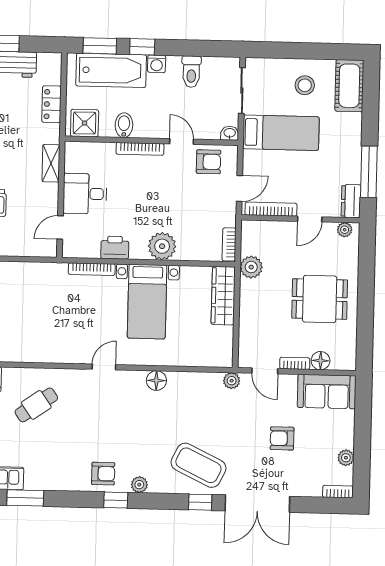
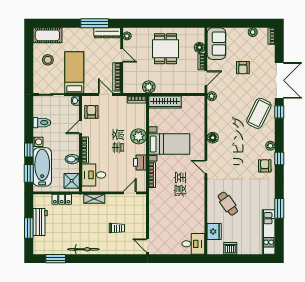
desk: (85, 194) -> (94, 175), moved, turned 90
dresser: (351, 201) -> (107, 33), width x1.44
door: (60, 227) -> (130, 193), swing flipped

